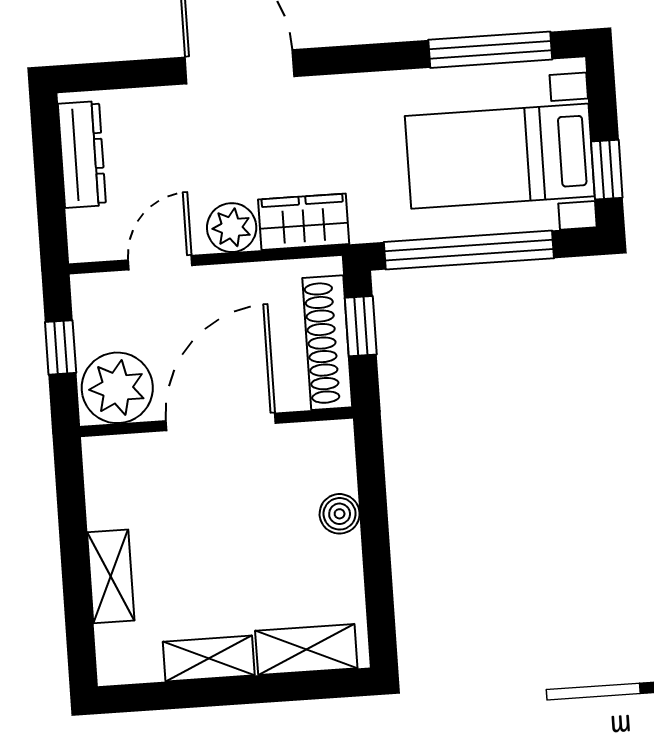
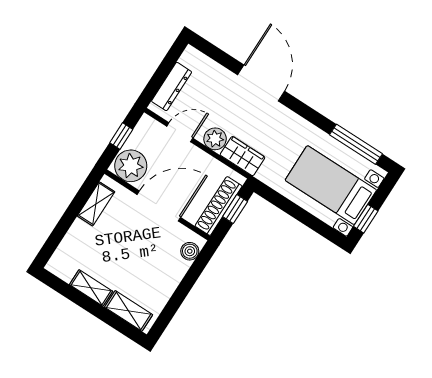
dresser: (82, 154) -> (172, 87), moved
window: (469, 250) -> (294, 211), removed
boiler: (340, 514) -> (190, 251), moved
shelving: (111, 576) -> (96, 204), moved

